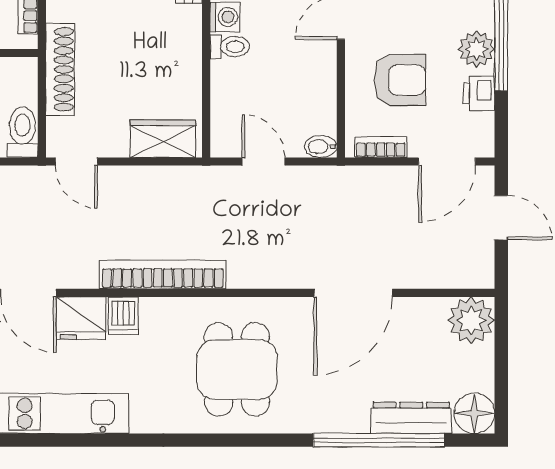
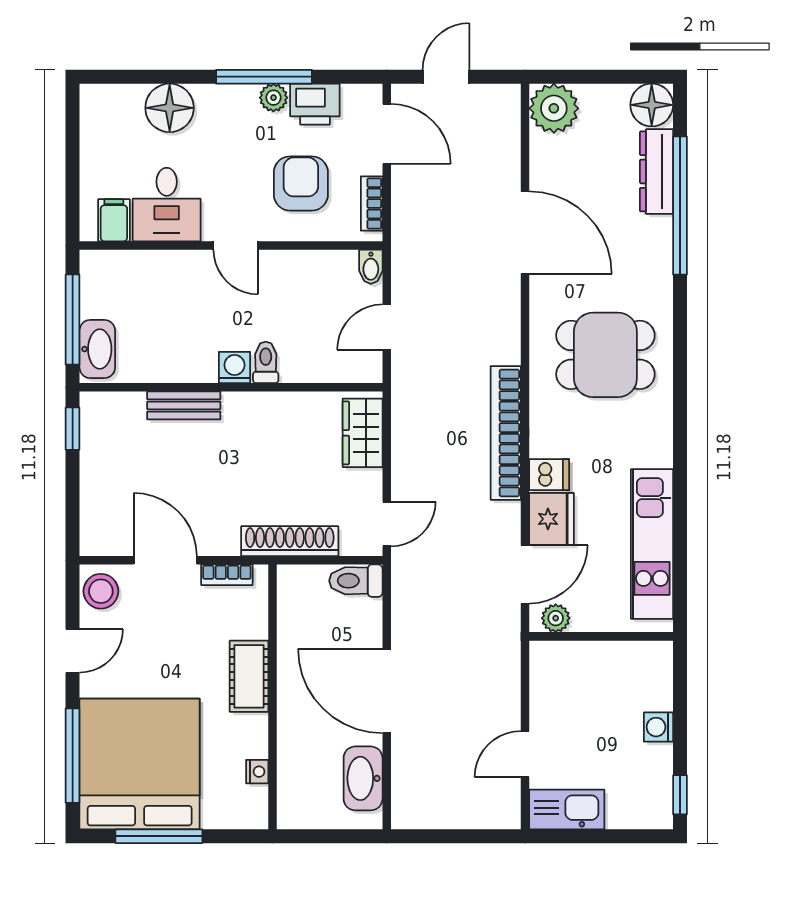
plant: (476, 49) -> (273, 98), width x0.73, depth x0.73
printer: (479, 93) -> (315, 104), width x1.36, depth x1.24

